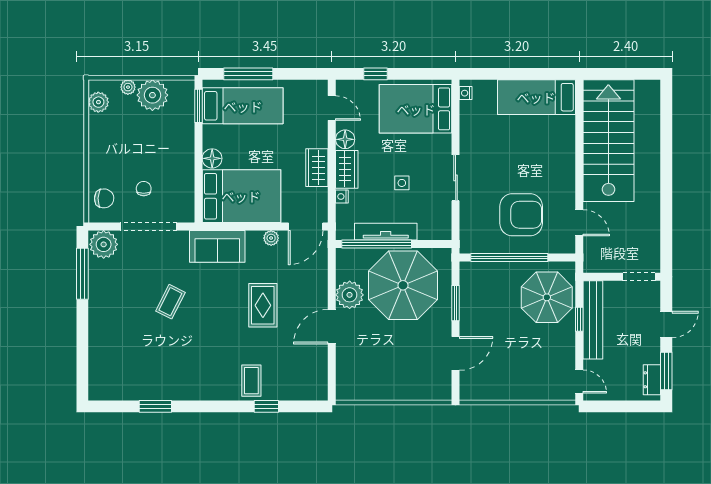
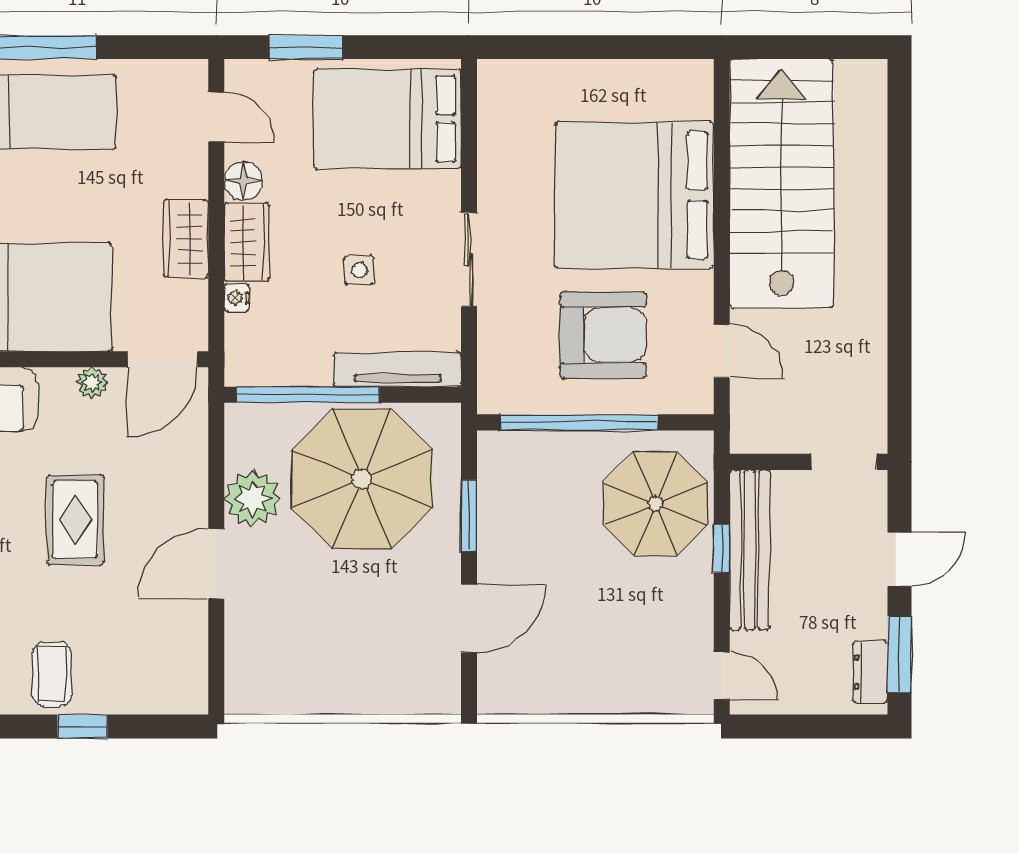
window: (376, 74) -> (306, 47), width x1.50
nightstand: (466, 93) -> (490, 86), removed
bed: (536, 97) -> (634, 195), moved, width x2.04
tv unit: (386, 232) -> (398, 370), moved

